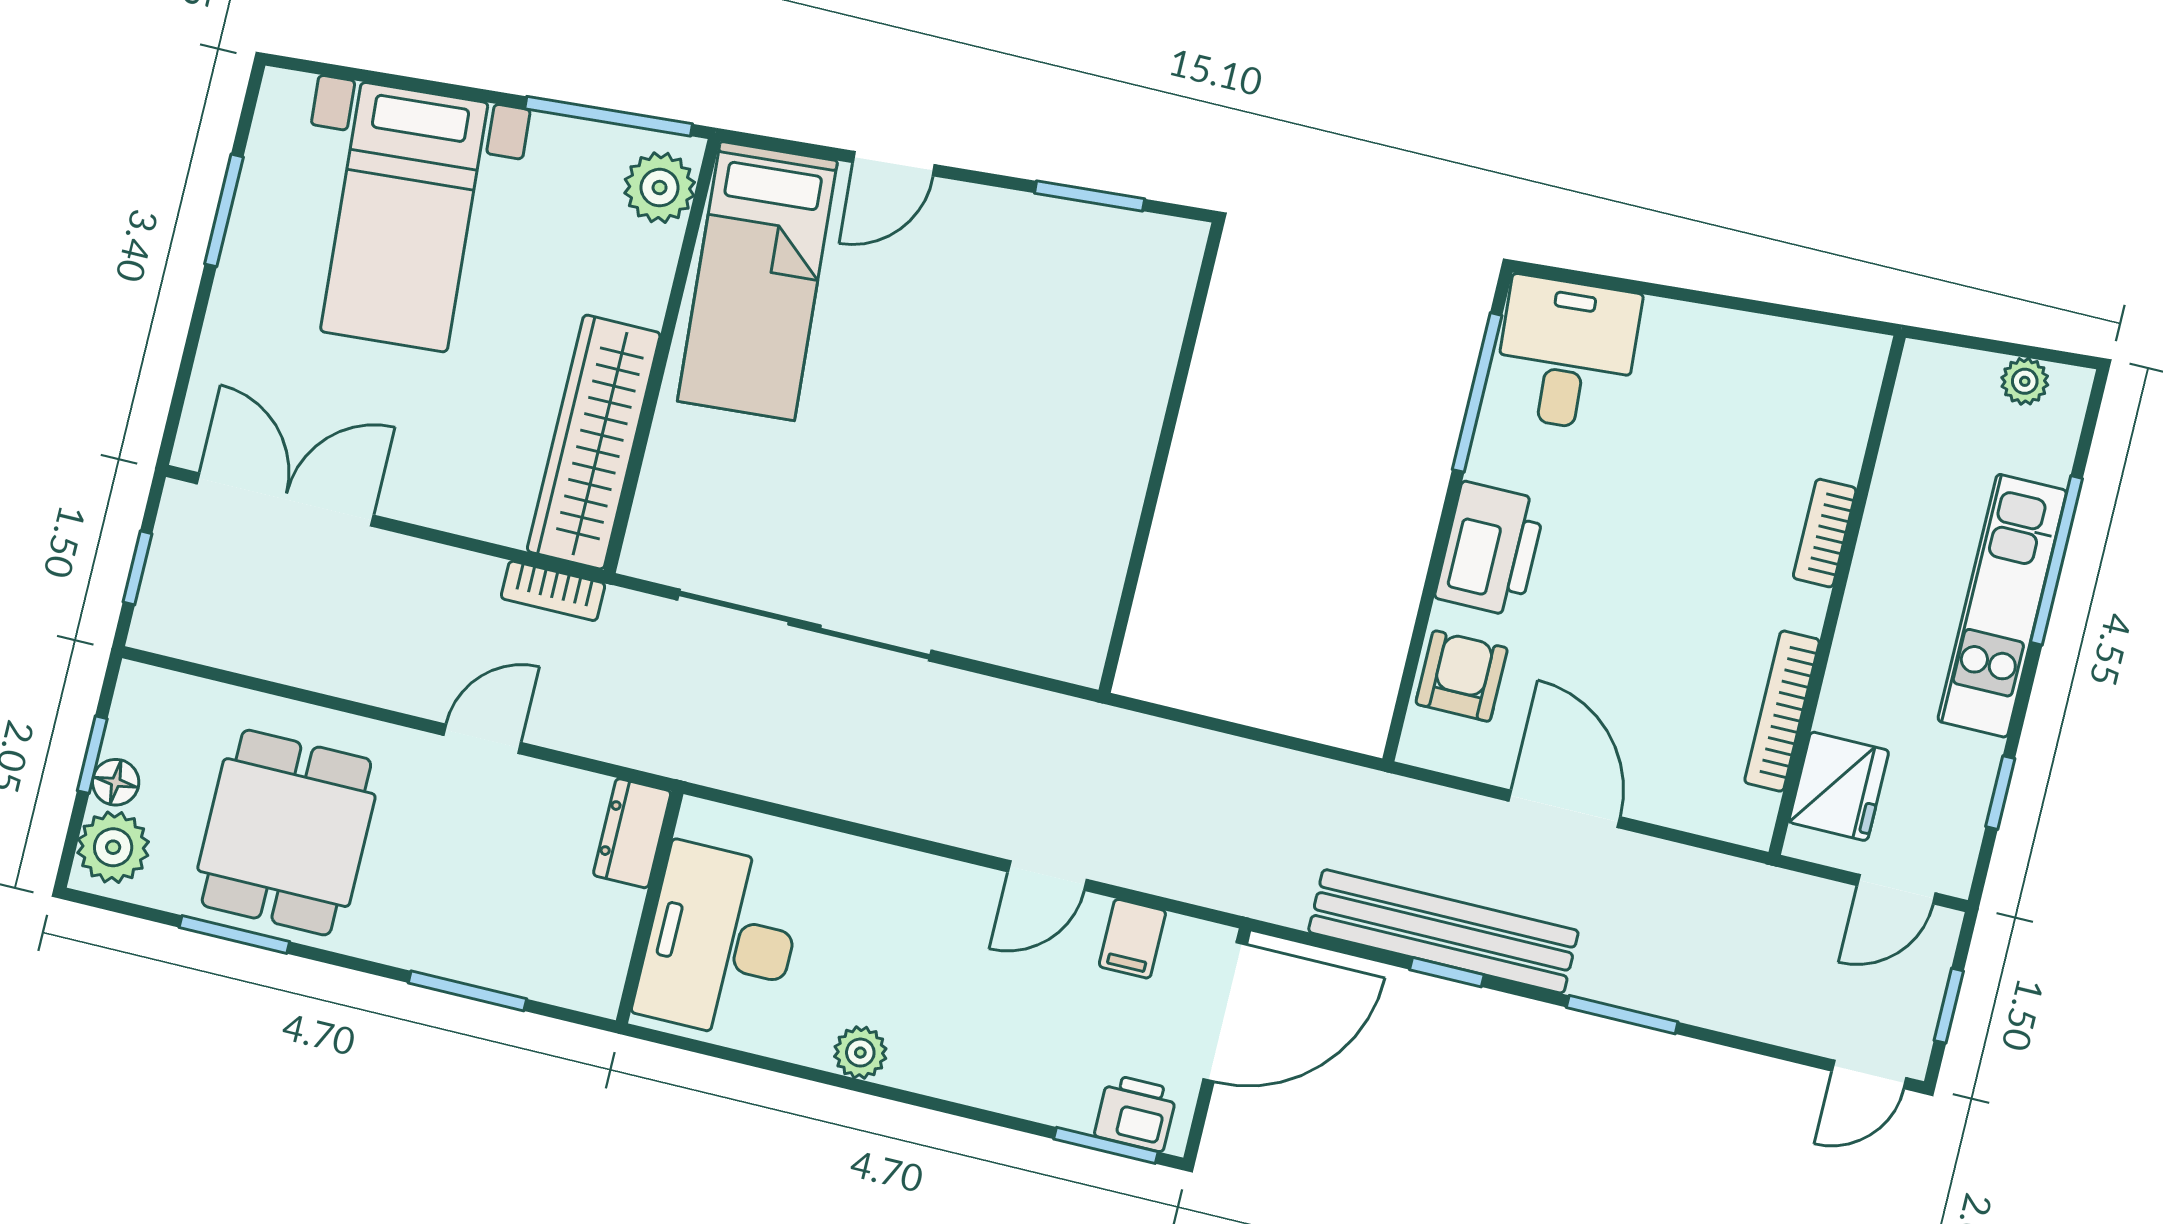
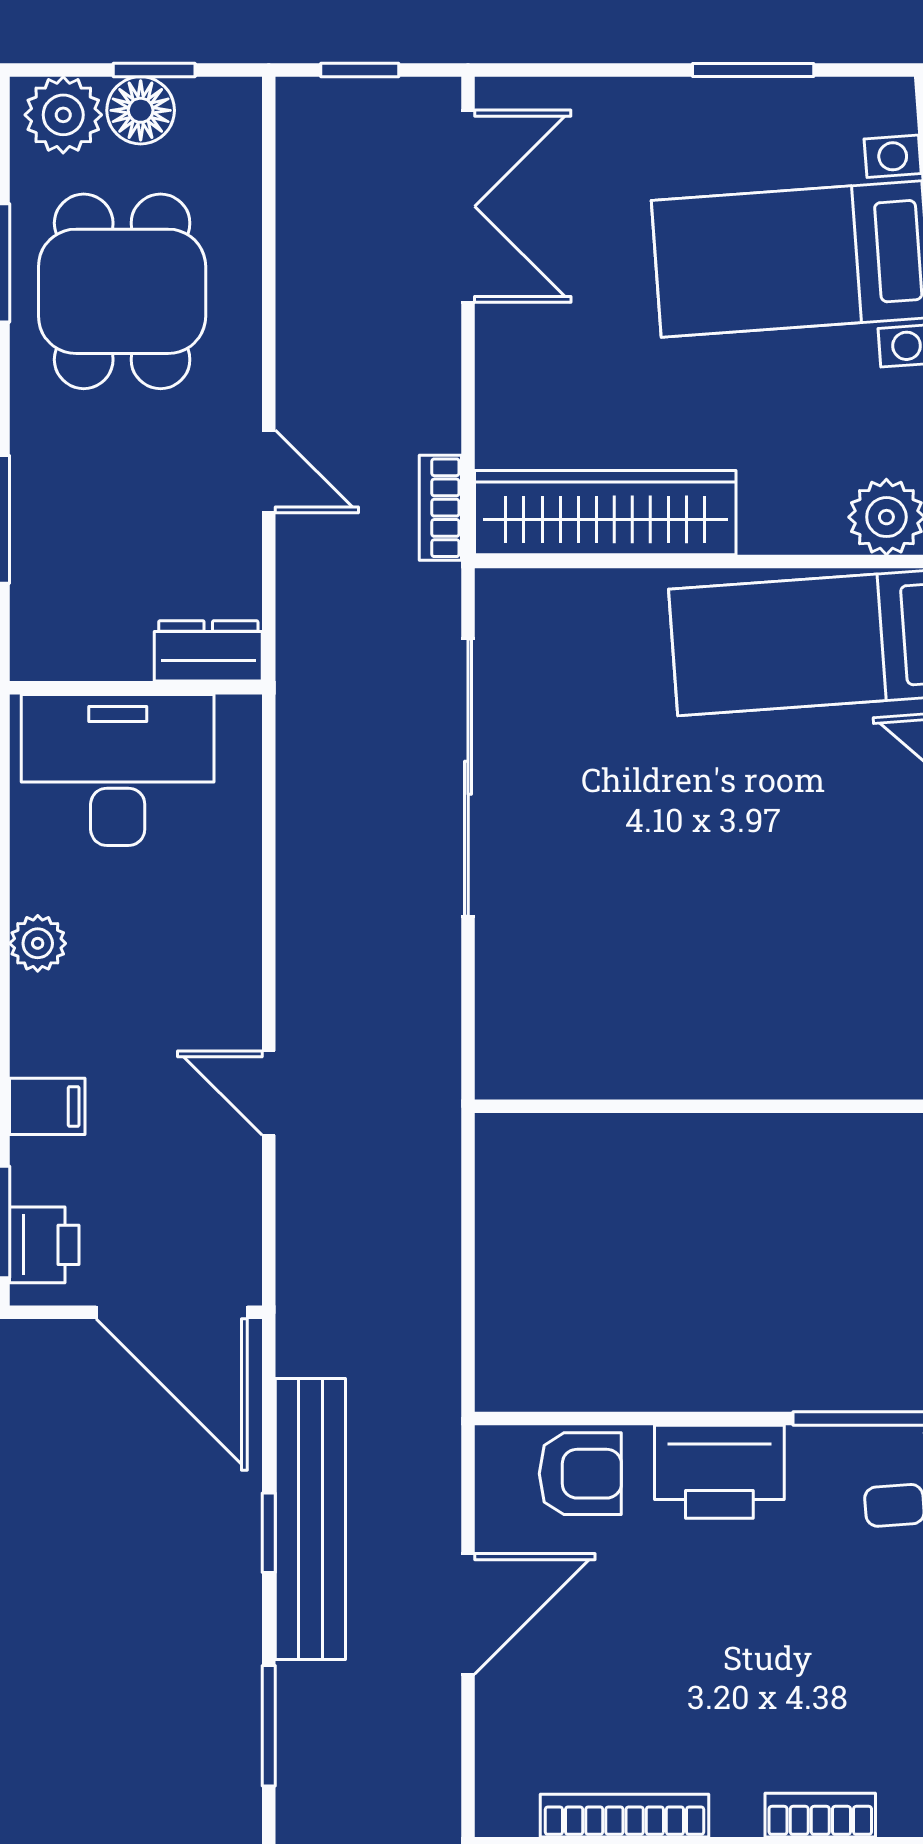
floor lamp: (116, 782) -> (141, 110), width x1.37, depth x1.37
dining table: (286, 833) -> (122, 291), turned 90
filing cabinet: (1132, 939) -> (47, 1106), moved, turned 180

